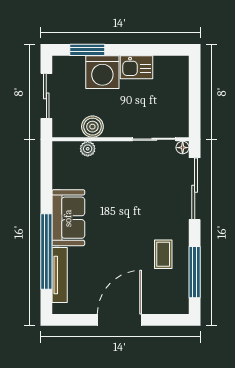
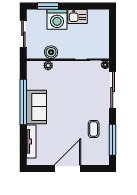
window: (46, 251) -> (23, 102), moved

